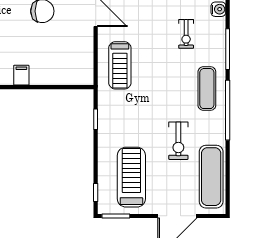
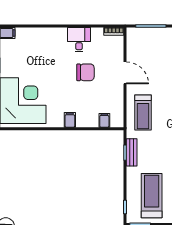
filing cabinet: (68, 76) -> (104, 120), added
bench: (105, 119) -> (132, 152), added

